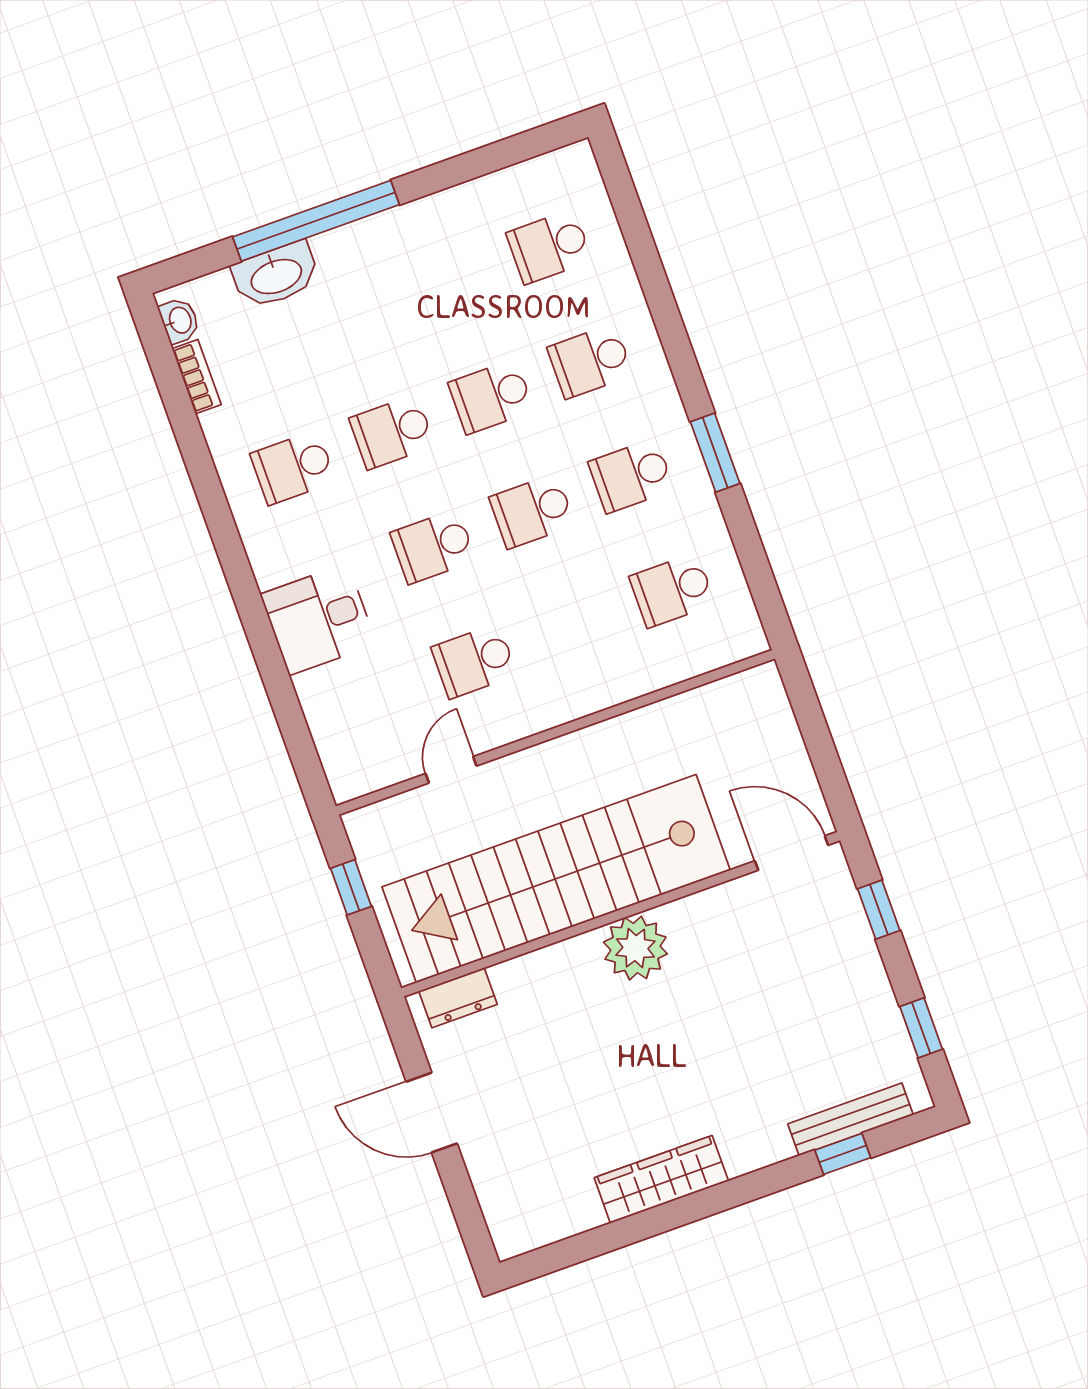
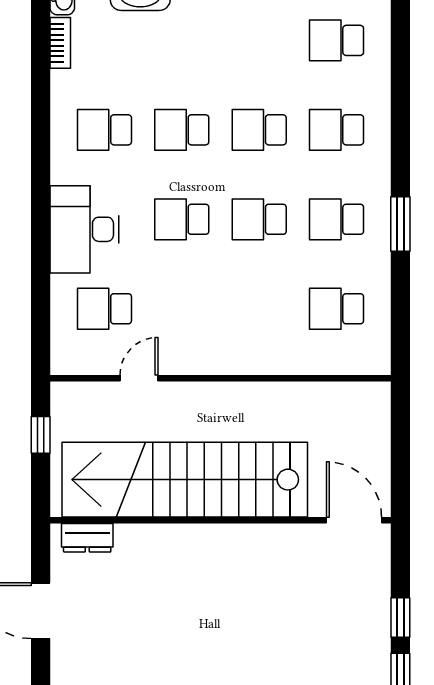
desk: (318, 619) -> (84, 229), width x1.37
school desk: (474, 661) -> (104, 309), moved
window: (879, 910) -> (400, 617), moved
plant: (635, 948) -> (222, 547), removed

